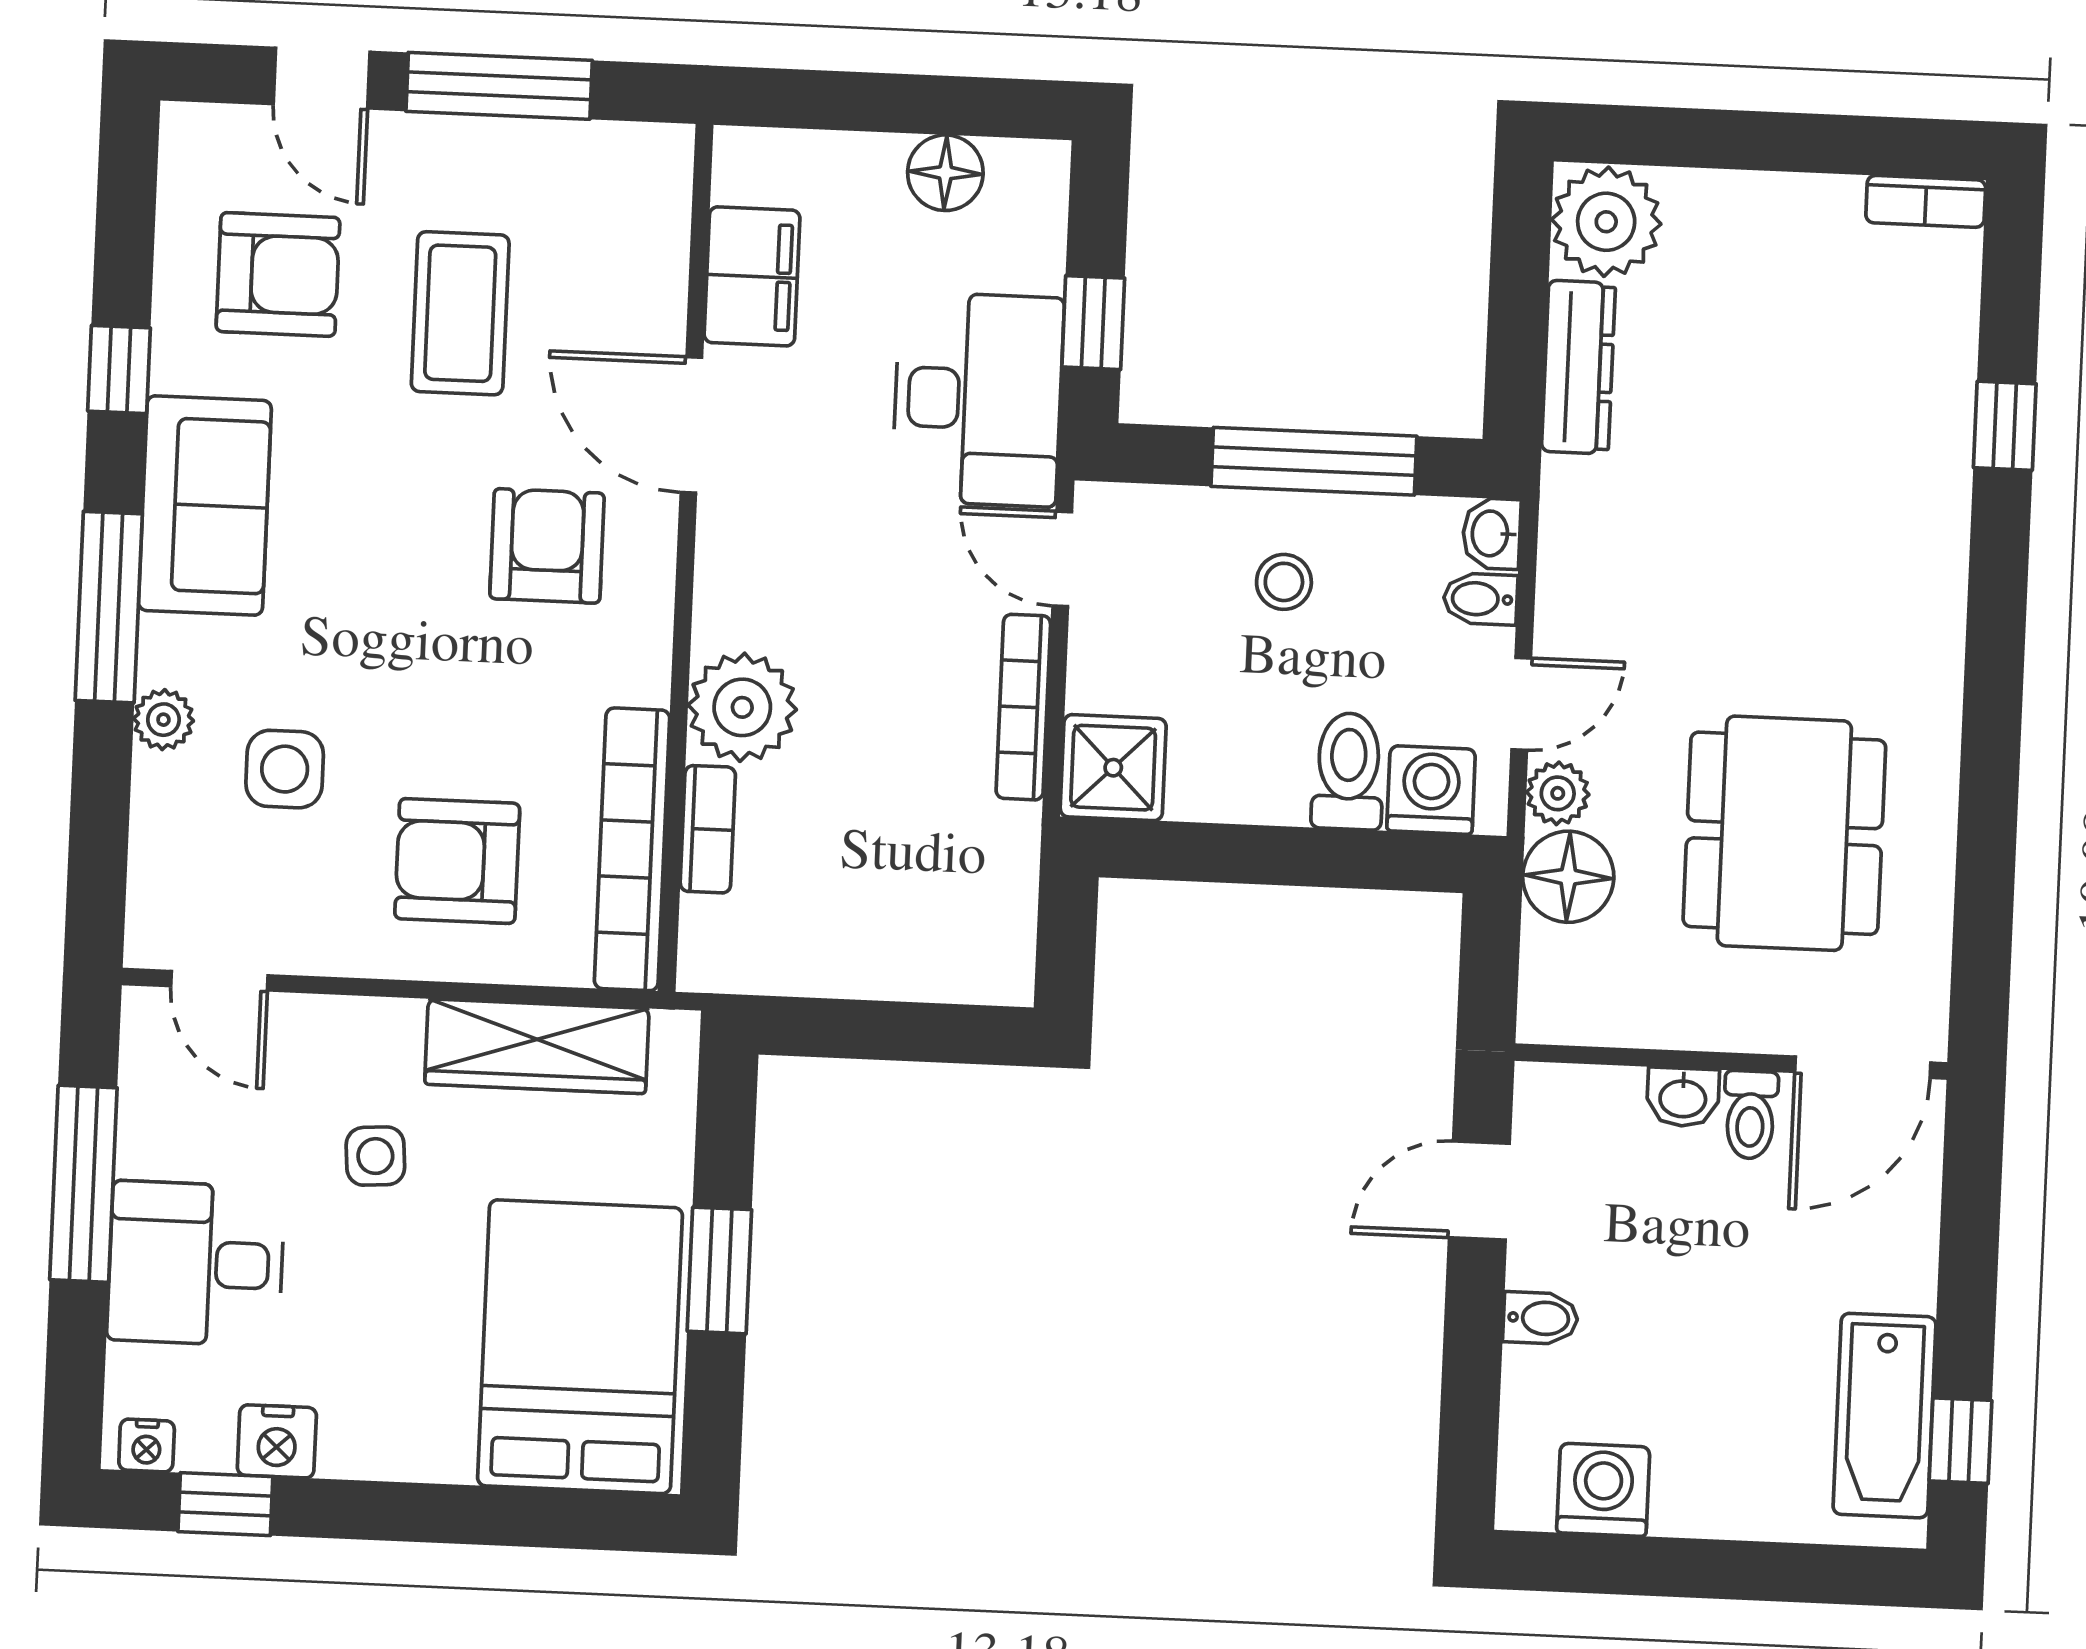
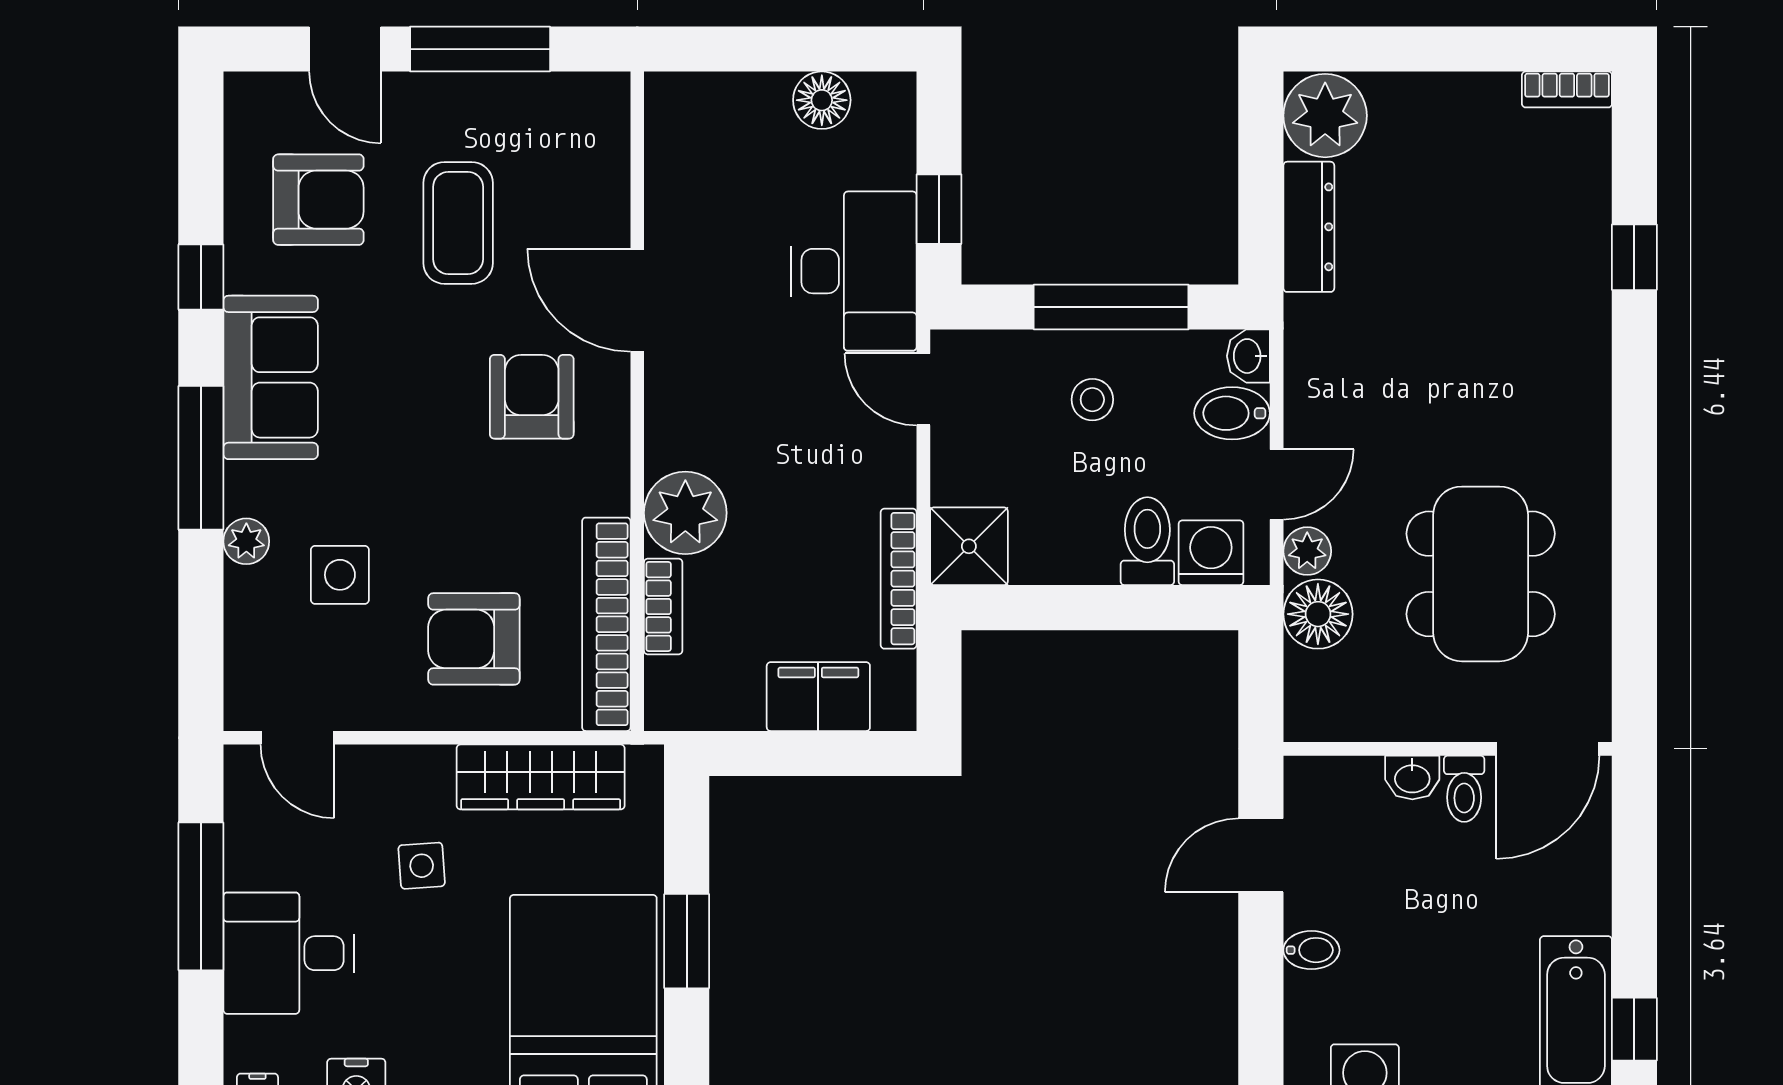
filing cabinet: (752, 276) -> (818, 697), moved, turned -90
bidet: (1480, 599) -> (1232, 413), width x1.38, depth x1.36
bookcase: (1023, 707) -> (899, 579), moved

